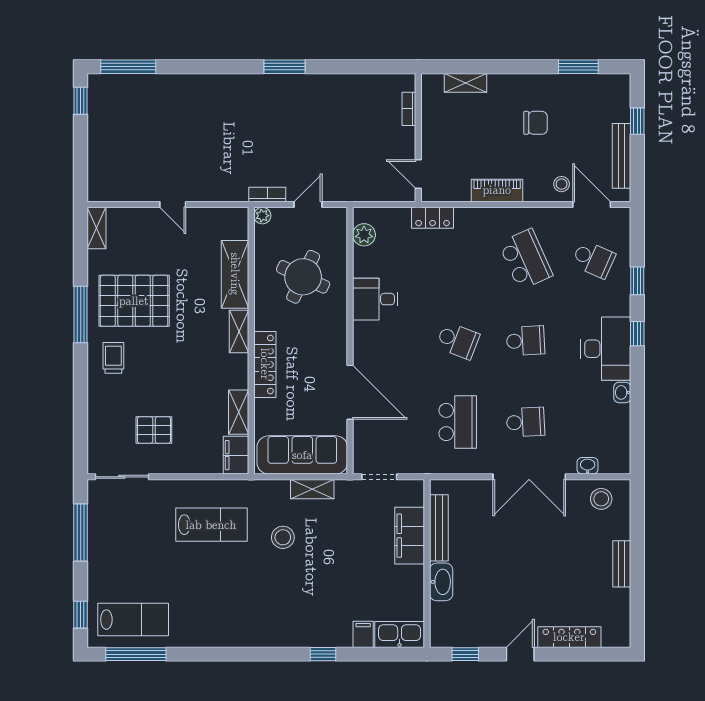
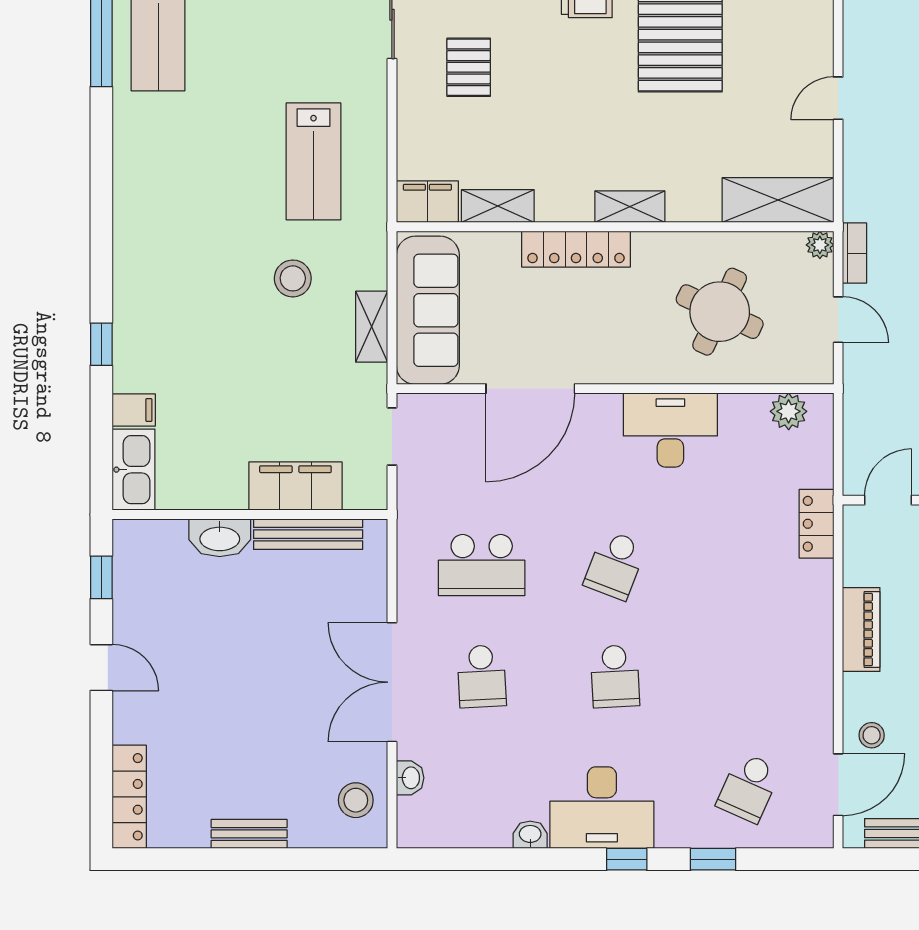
school desk: (526, 259) -> (748, 676), removed
shelving: (235, 274) -> (778, 200), moved
desk: (375, 299) -> (670, 430), width x1.37
locker: (569, 637) -> (129, 797), moved

